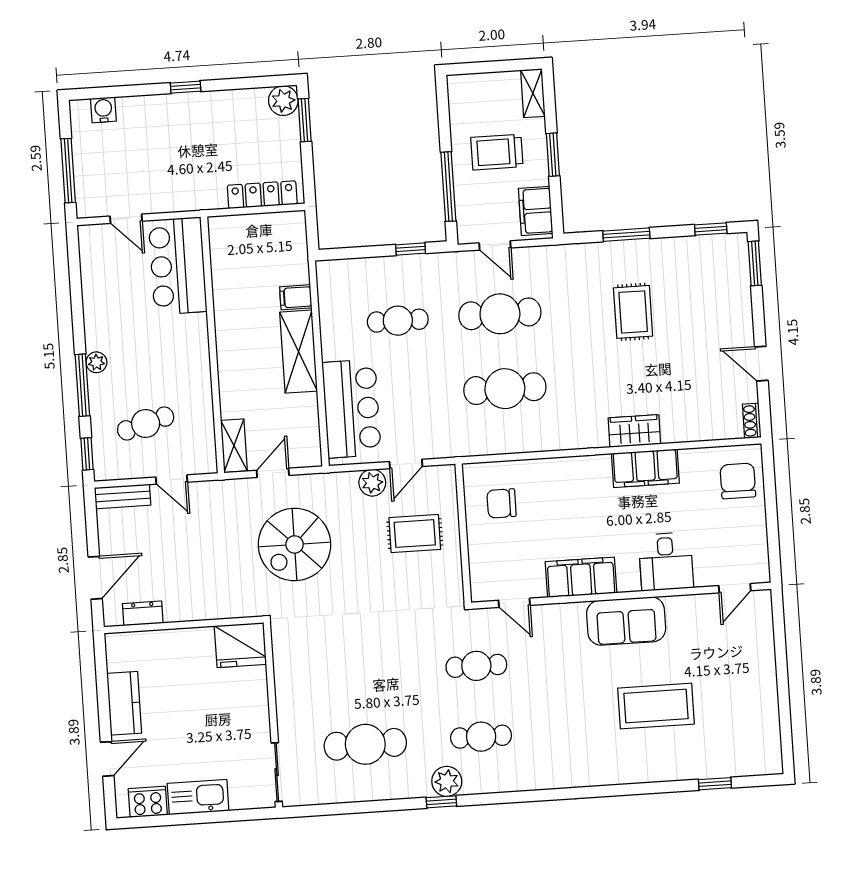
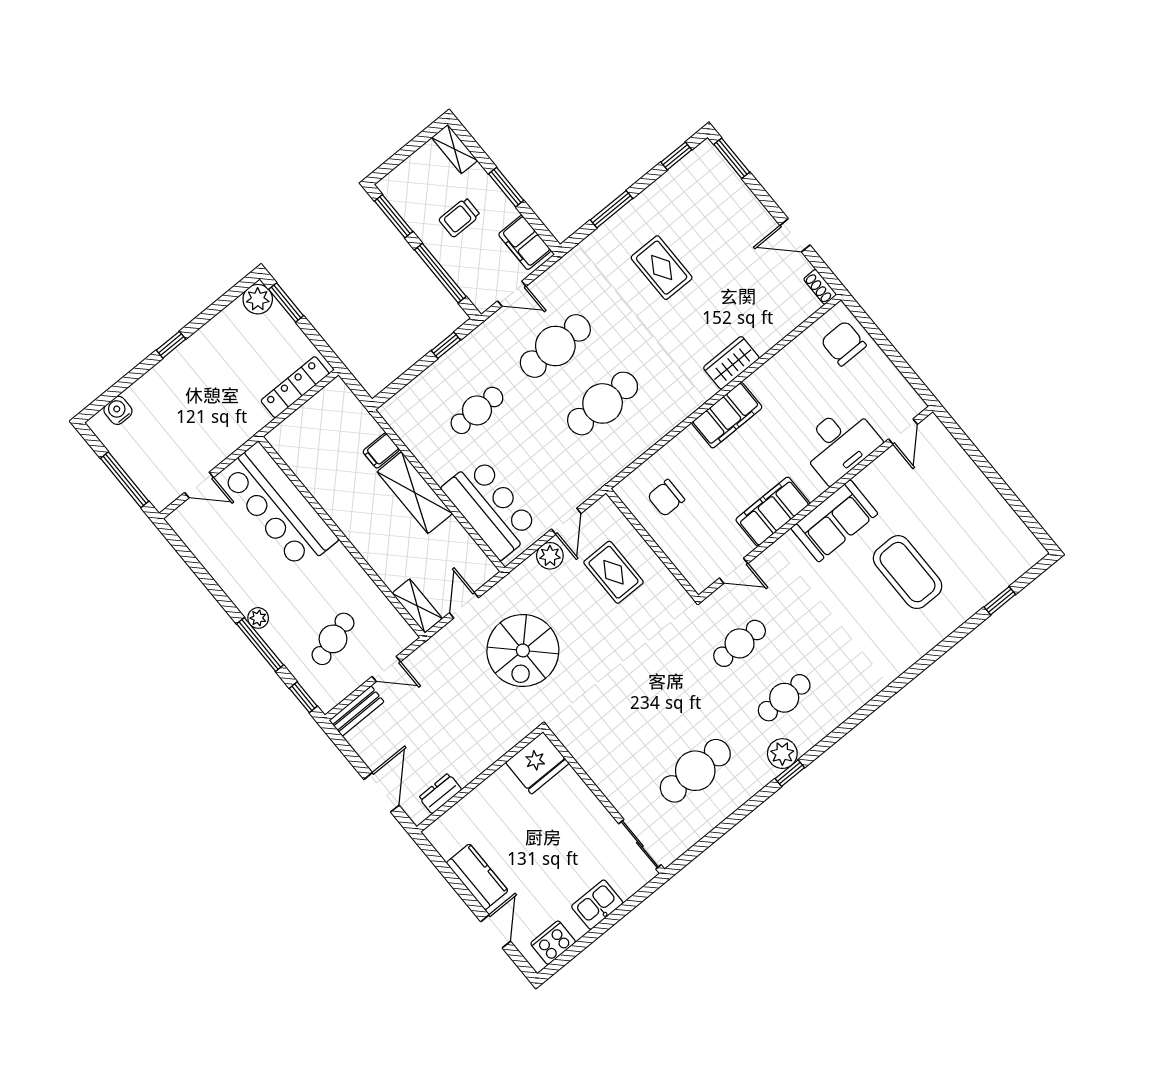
window: (443, 112) -> (394, 216), added
trolley: (497, 152) -> (460, 217), width x0.73, depth x0.72
bar counter: (178, 266) -> (279, 507), width x1.36
filing cabinet: (645, 468) -> (727, 415), moved
rug: (415, 534) -> (614, 572), turned 90
desk: (666, 562) -> (840, 444), width x1.37
coffee table: (656, 706) -> (908, 572), turned 90
kitchen sink: (198, 797) -> (597, 905), width x0.73

